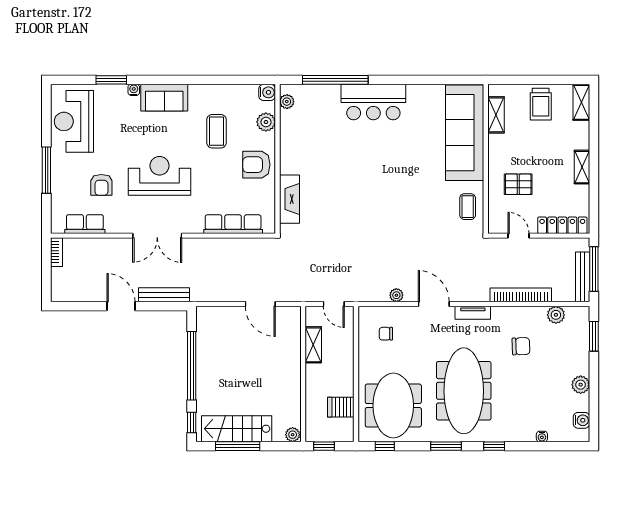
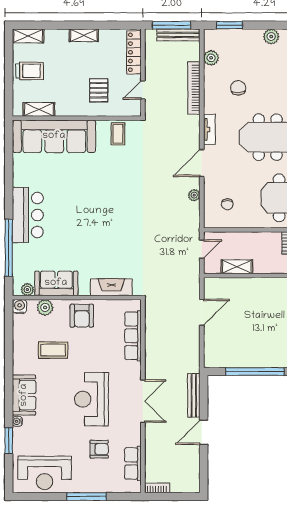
sofa: (294, 135) -> (56, 283), added
coffee table: (468, 207) -> (118, 134), turned 90

